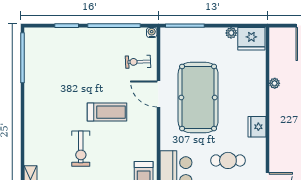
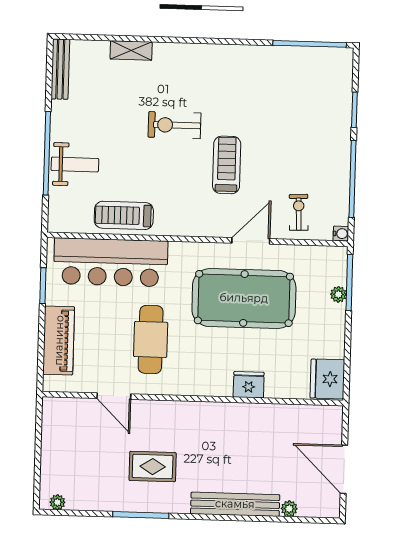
plant: (231, 33) -> (338, 294), moved
plant: (275, 83) -> (261, 411), removed
treadmill: (107, 112) -> (227, 165), turned 180
fridge: (257, 127) -> (249, 385), moved
cafe table: (228, 160) -> (151, 339), width x1.37, depth x1.35

